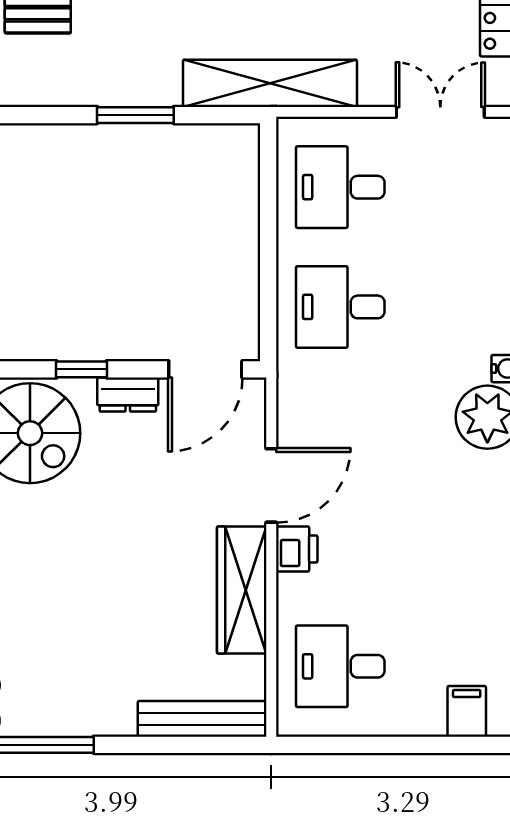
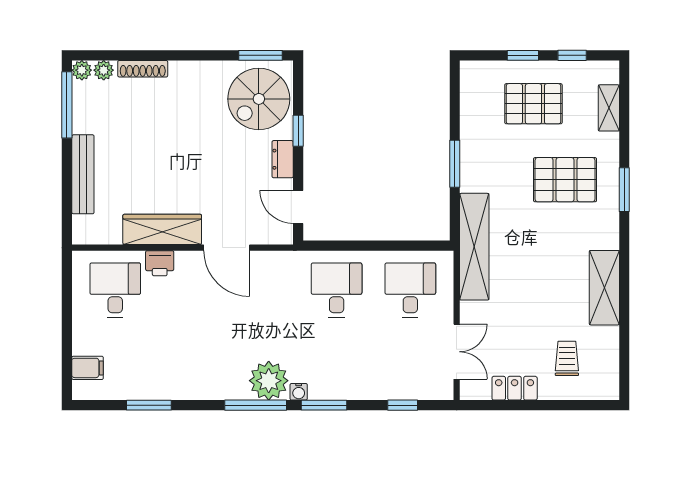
door: (205, 369) -> (298, 207), width x0.73
printer: (297, 549) -> (160, 263), moved
bench: (202, 719) -> (83, 174), moved

